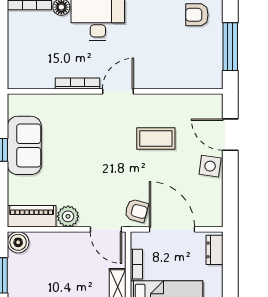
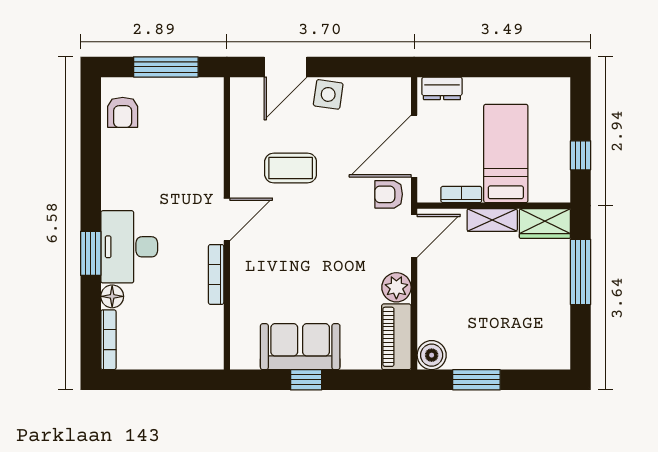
door: (118, 91) -> (227, 219), swing flipped
coffee table: (156, 138) -> (291, 168), turned 90
armchair: (136, 211) -> (389, 194), turned -105

